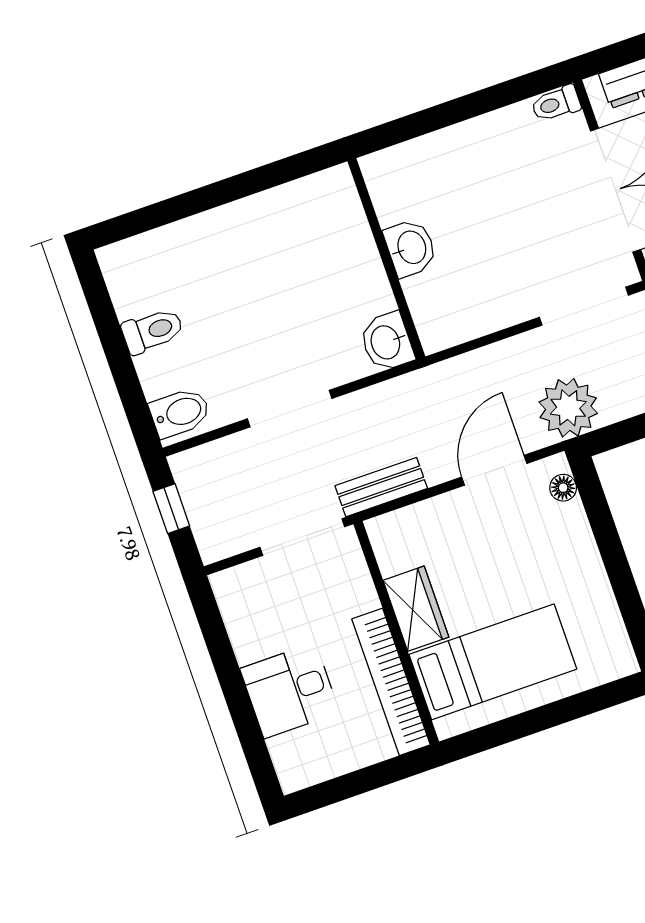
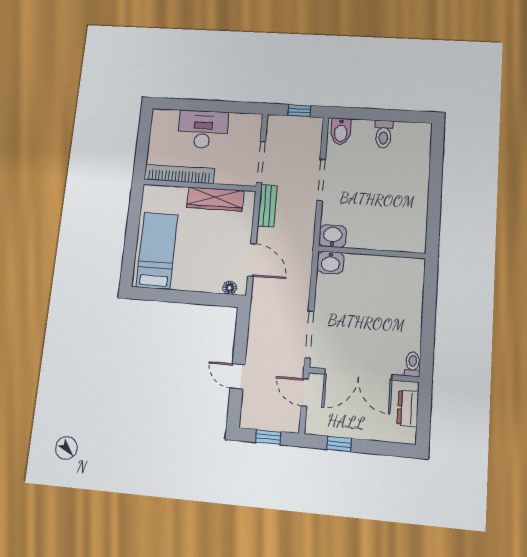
washbasin: (411, 248) -> (330, 263), moved
plant: (568, 408) -> (265, 306), removed
wardrobe: (416, 609) -> (215, 199), width x1.50
bed: (493, 662) -> (157, 251), moved, turned 180
desk: (290, 691) -> (203, 129), width x1.37

